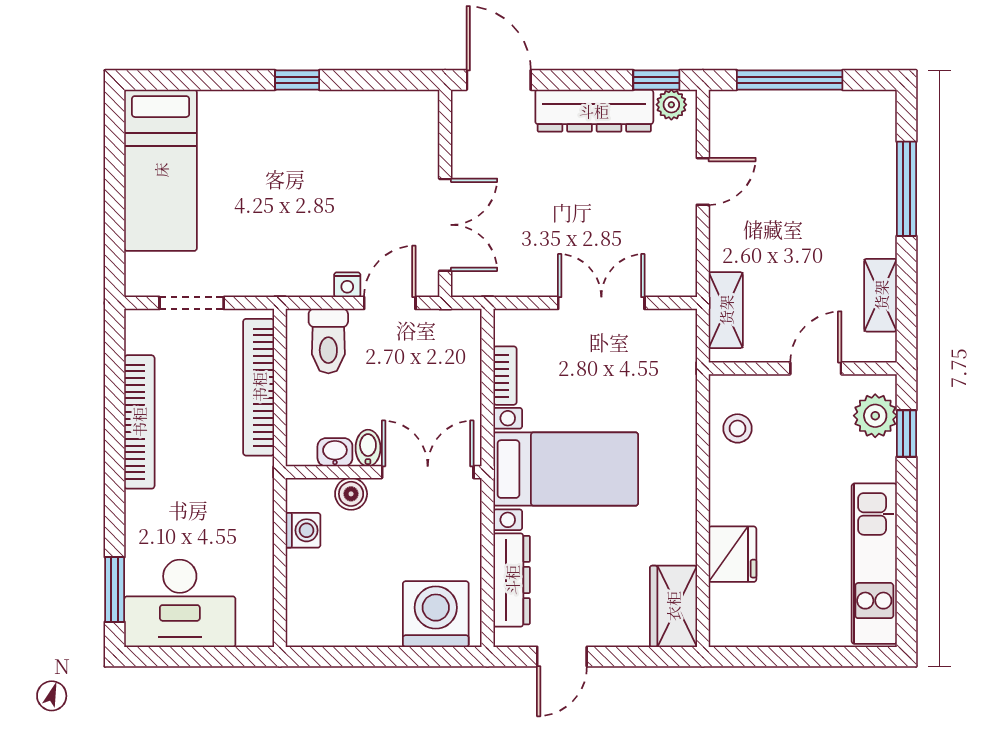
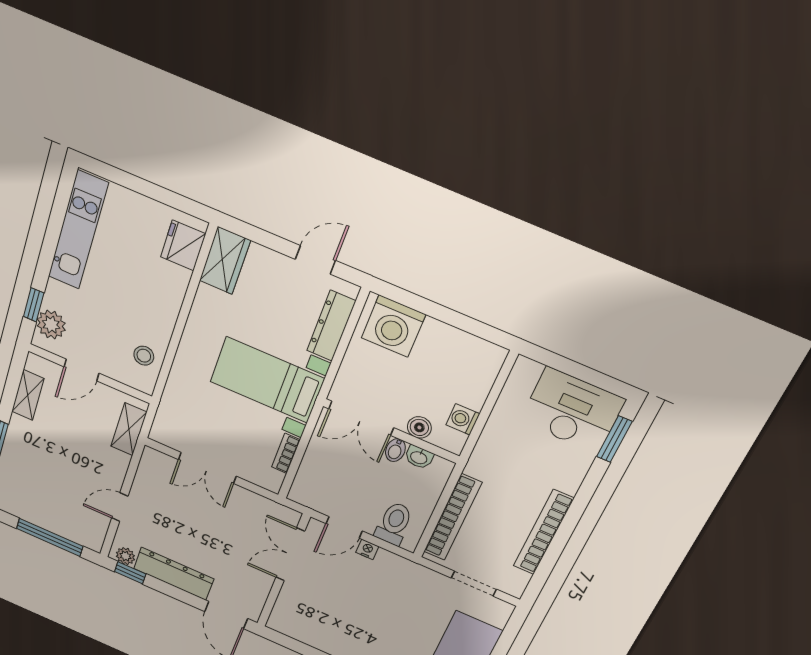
fridge: (732, 554) -> (183, 245), moved

